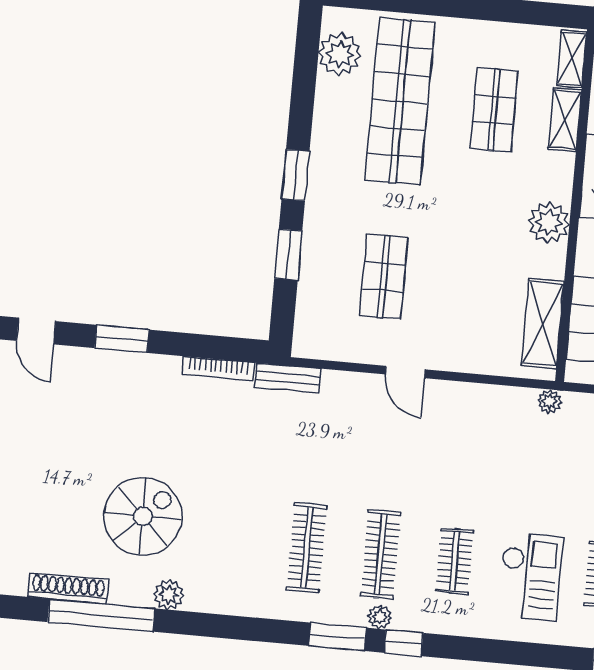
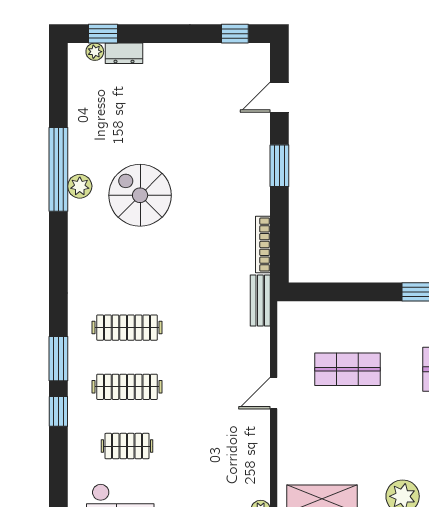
window: (288, 255) -> (358, 292), removed
spiral stairs: (143, 516) -> (140, 195), turned 180
shoe rack: (68, 588) -> (77, 141), removed
plant: (169, 595) -> (80, 186), moved
plant: (380, 617) -> (77, 391), removed

